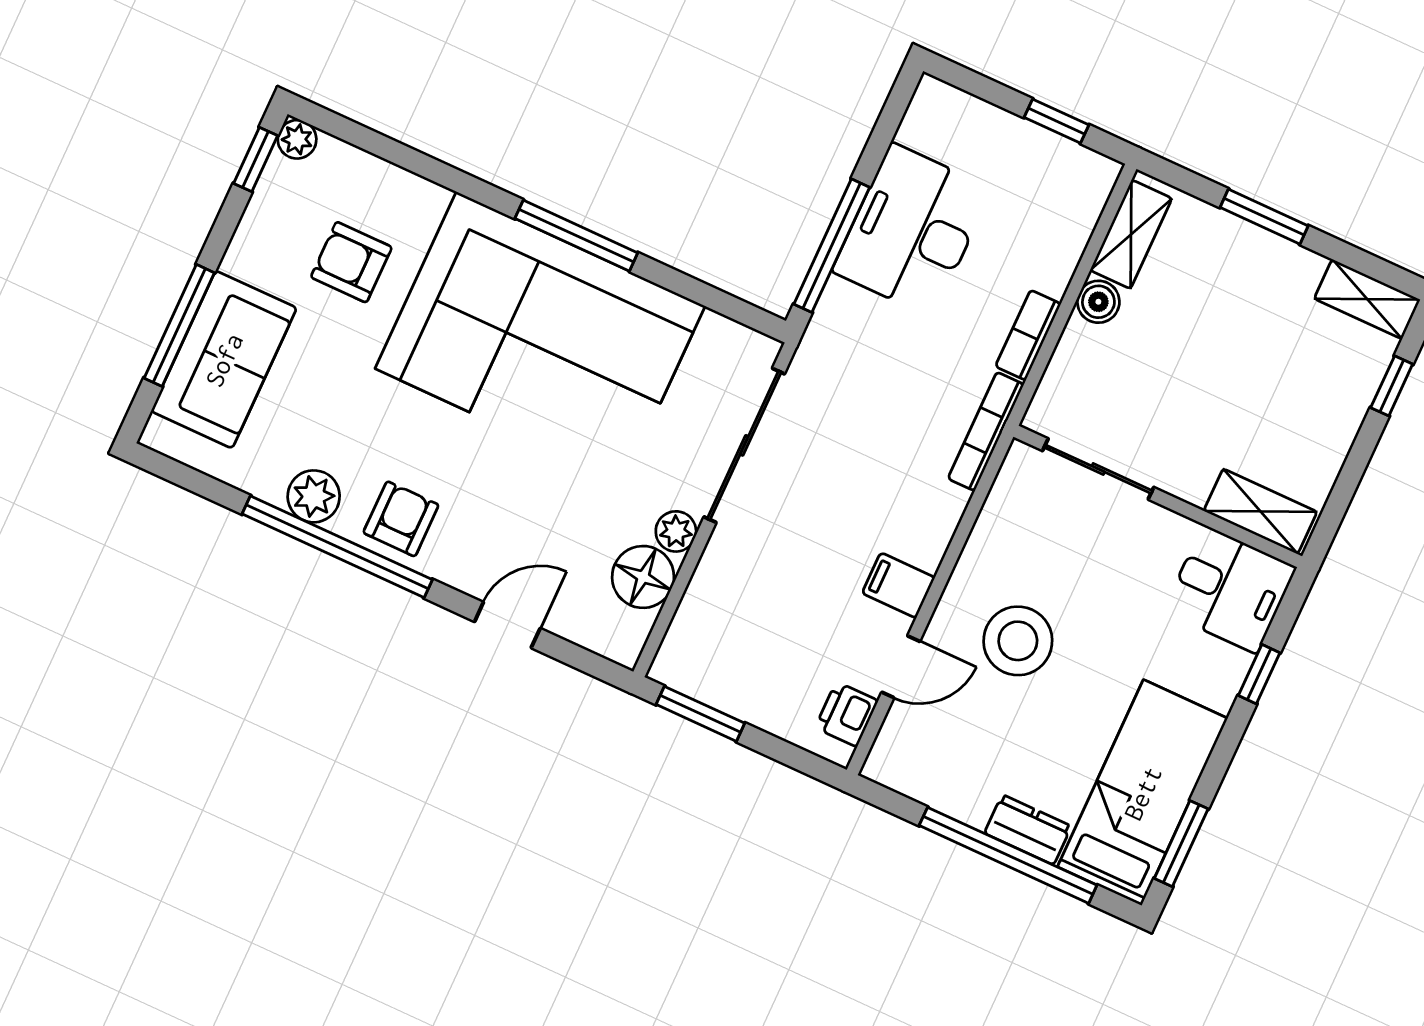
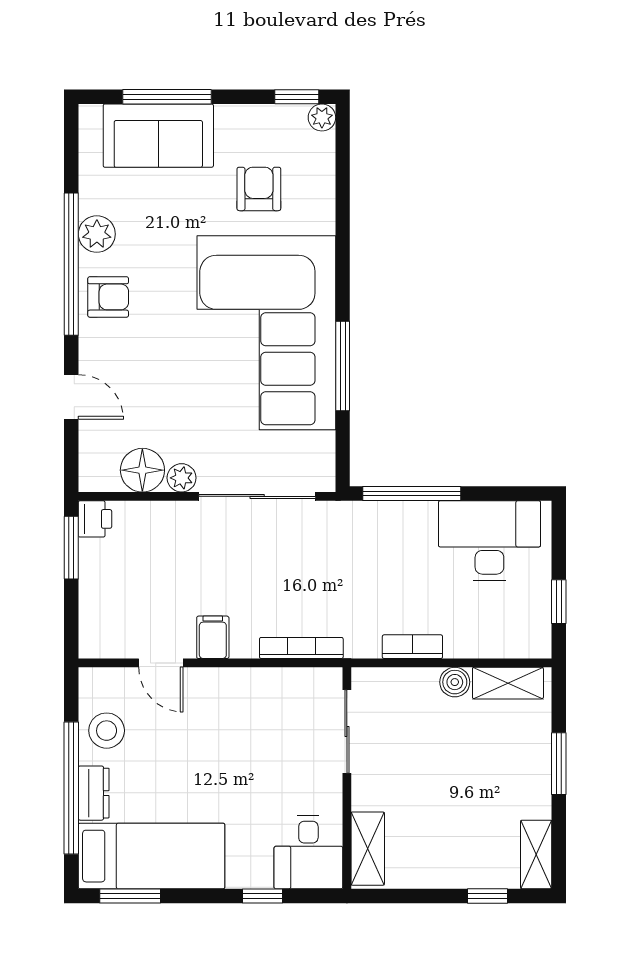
desk: (912, 230) -> (489, 541), moved
window: (576, 236) -> (343, 366), moved
bookcase: (986, 431) -> (301, 648), moved
stool: (1018, 641) -> (107, 731), moved, width x0.73, depth x0.73
printer: (847, 714) -> (95, 519), moved, turned 90

